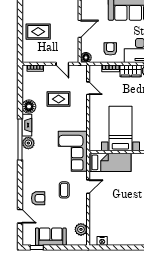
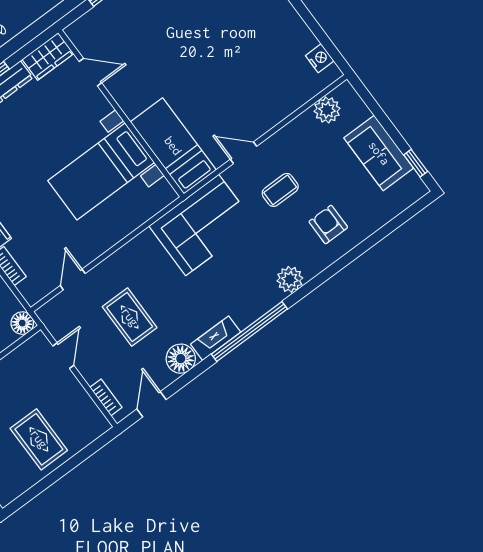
plant: (28, 143) -> (290, 279), moved
door: (20, 216) -> (151, 404), moved

